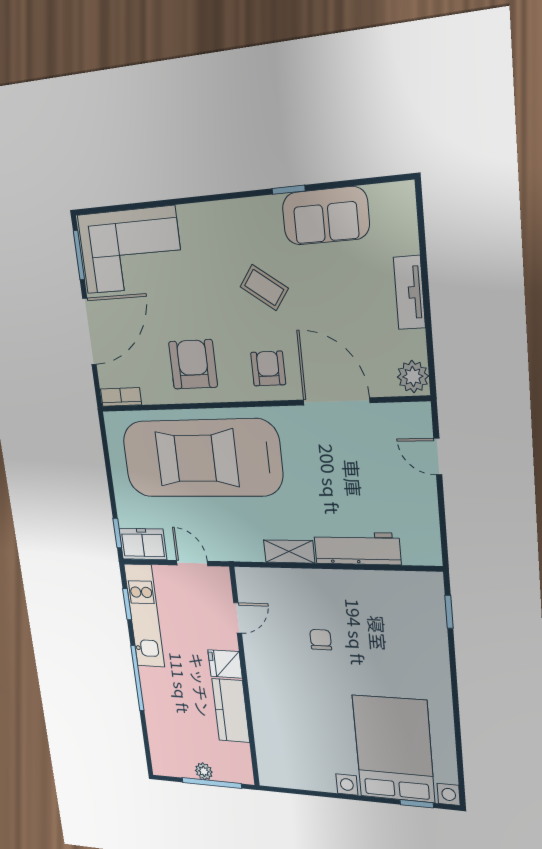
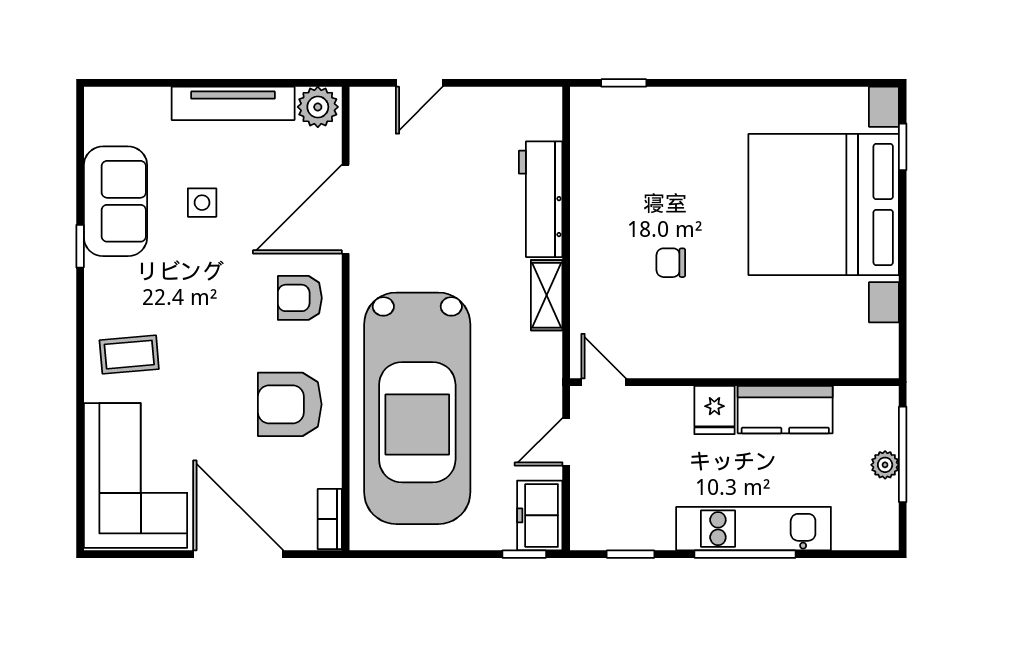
window: (79, 255) -> (136, 554), removed
side table: (331, 287) -> (202, 203), added
coffee table: (264, 288) -> (129, 355), moved, turned 49
tv unit: (409, 293) -> (233, 103), width x1.41
kitchen unit: (144, 616) -> (754, 529), moved
door: (238, 618) -> (604, 382), moved
bed with nightstands: (393, 749) -> (824, 204), width x1.36

